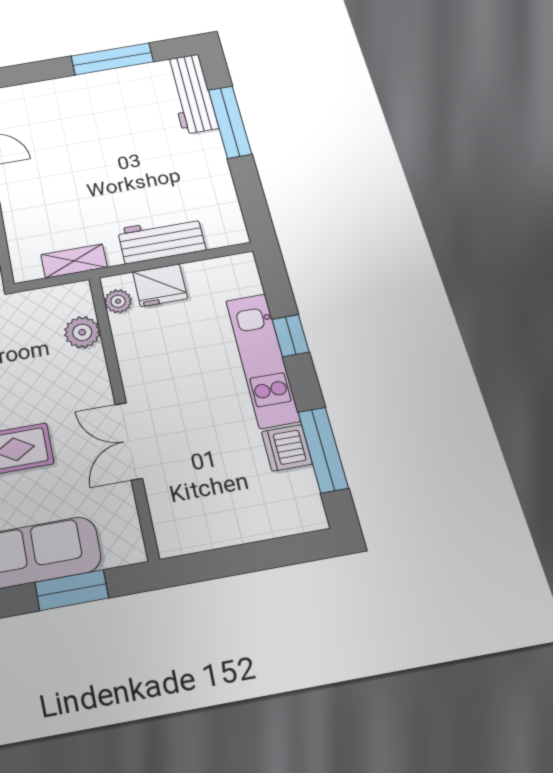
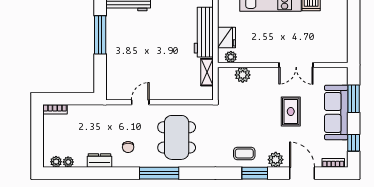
workbench: (161, 240) -> (204, 32), width x1.37

